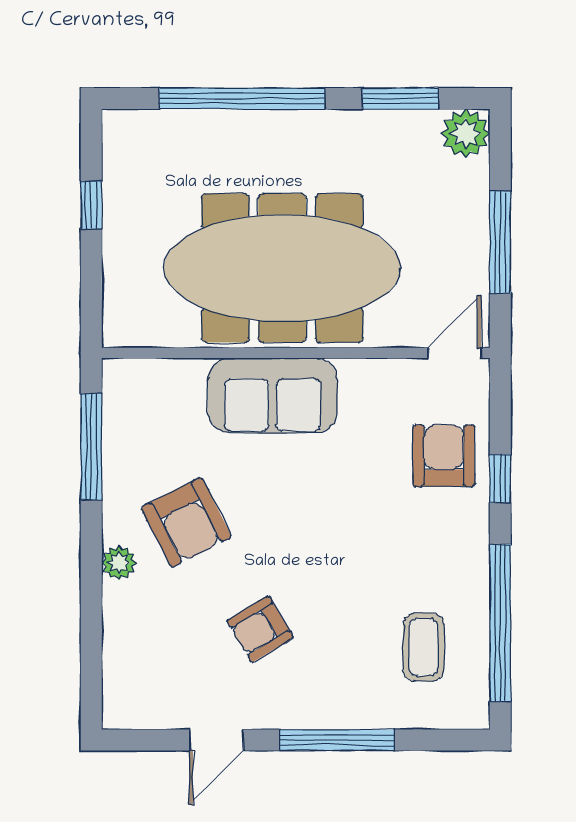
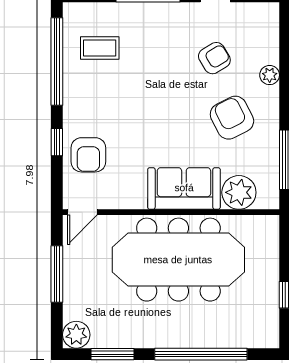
plant: (174, 388) -> (239, 192), added
plant: (119, 563) -> (270, 75), moved
armchair: (260, 629) -> (214, 58), moved
coffee table: (423, 647) -> (100, 48), turned 90

